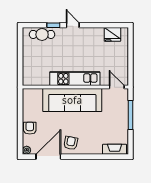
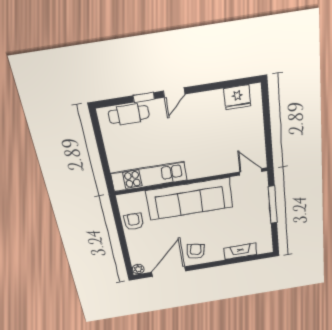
door: (73, 25) -> (174, 93), swing flipped
kitchen unit: (75, 79) -> (149, 177), moved
armchair: (30, 128) -> (134, 222), moved
fireplace: (115, 149) -> (240, 251), moved

